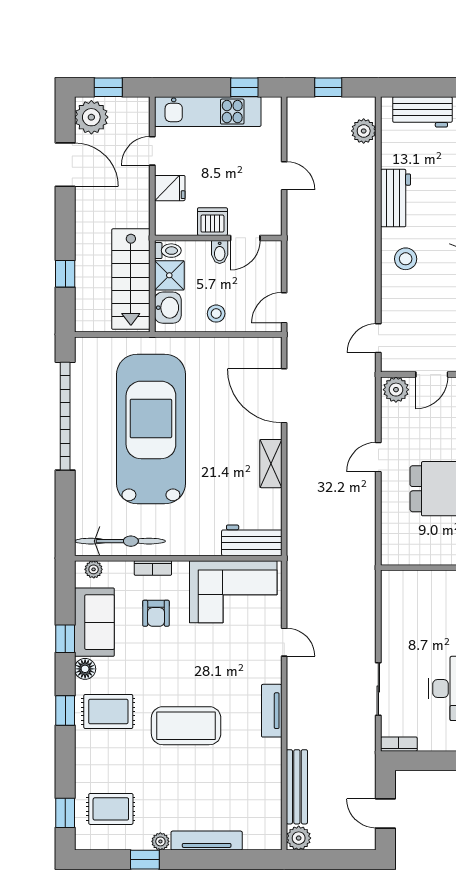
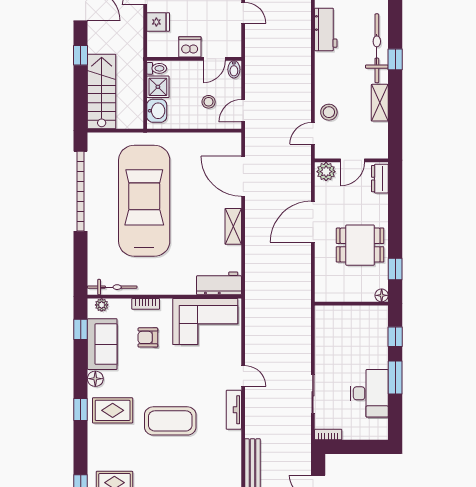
bidet: (220, 252) -> (234, 69), moved
stool: (406, 259) -> (329, 112), moved
window: (65, 274) -> (81, 55), moved
stairs: (131, 279) -> (102, 91), moved, turned 180
stool: (216, 314) -> (209, 102), moved
door: (378, 457) -> (313, 222), width x1.87
bicycle: (120, 541) -> (112, 287), width x0.73, depth x0.71
armchair: (156, 613) -> (148, 337), turned 90
window: (65, 639) -> (81, 329), moved
door: (284, 642) -> (243, 376), moved

